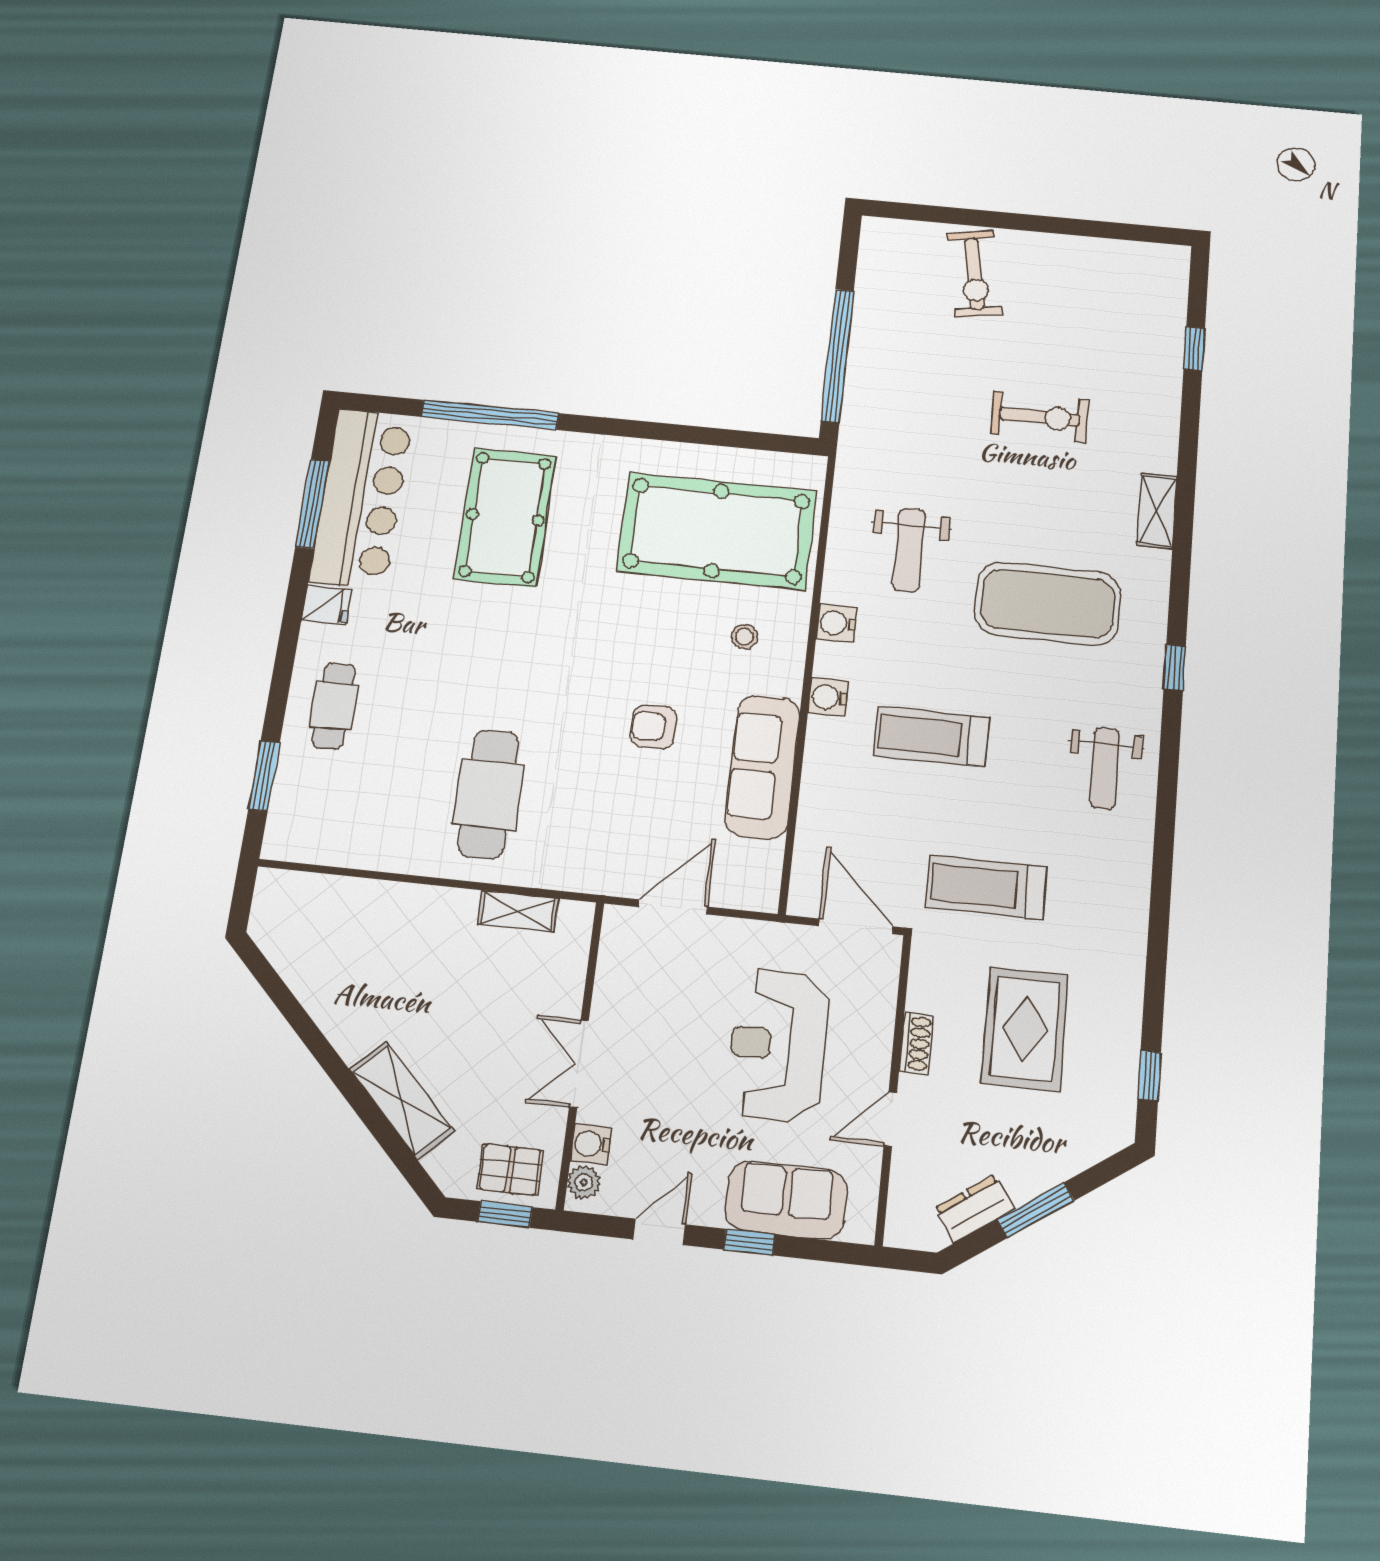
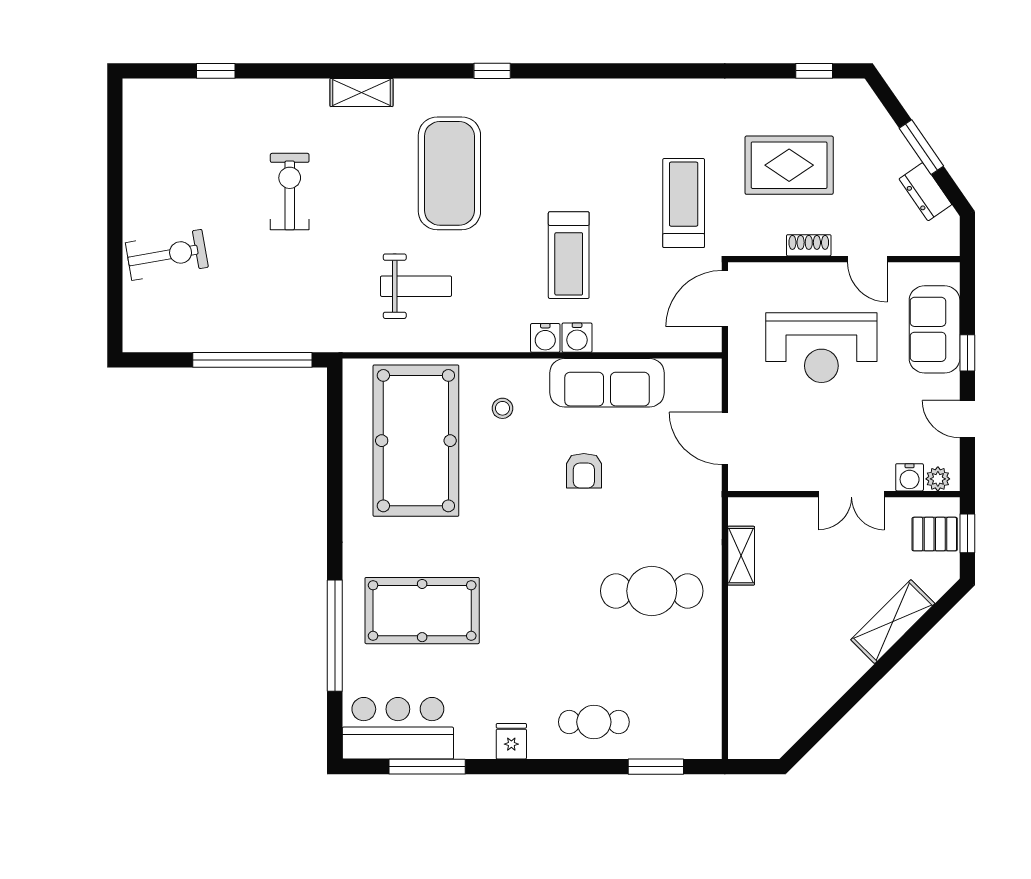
bar counter: (361, 498) -> (398, 728), width x0.73
water cooler: (836, 623) -> (577, 338), moved
weight bench: (1105, 768) -> (580, 120), removed
treadmill: (986, 887) -> (684, 203), turned 180
pallet: (510, 1170) -> (935, 534), turned 90

